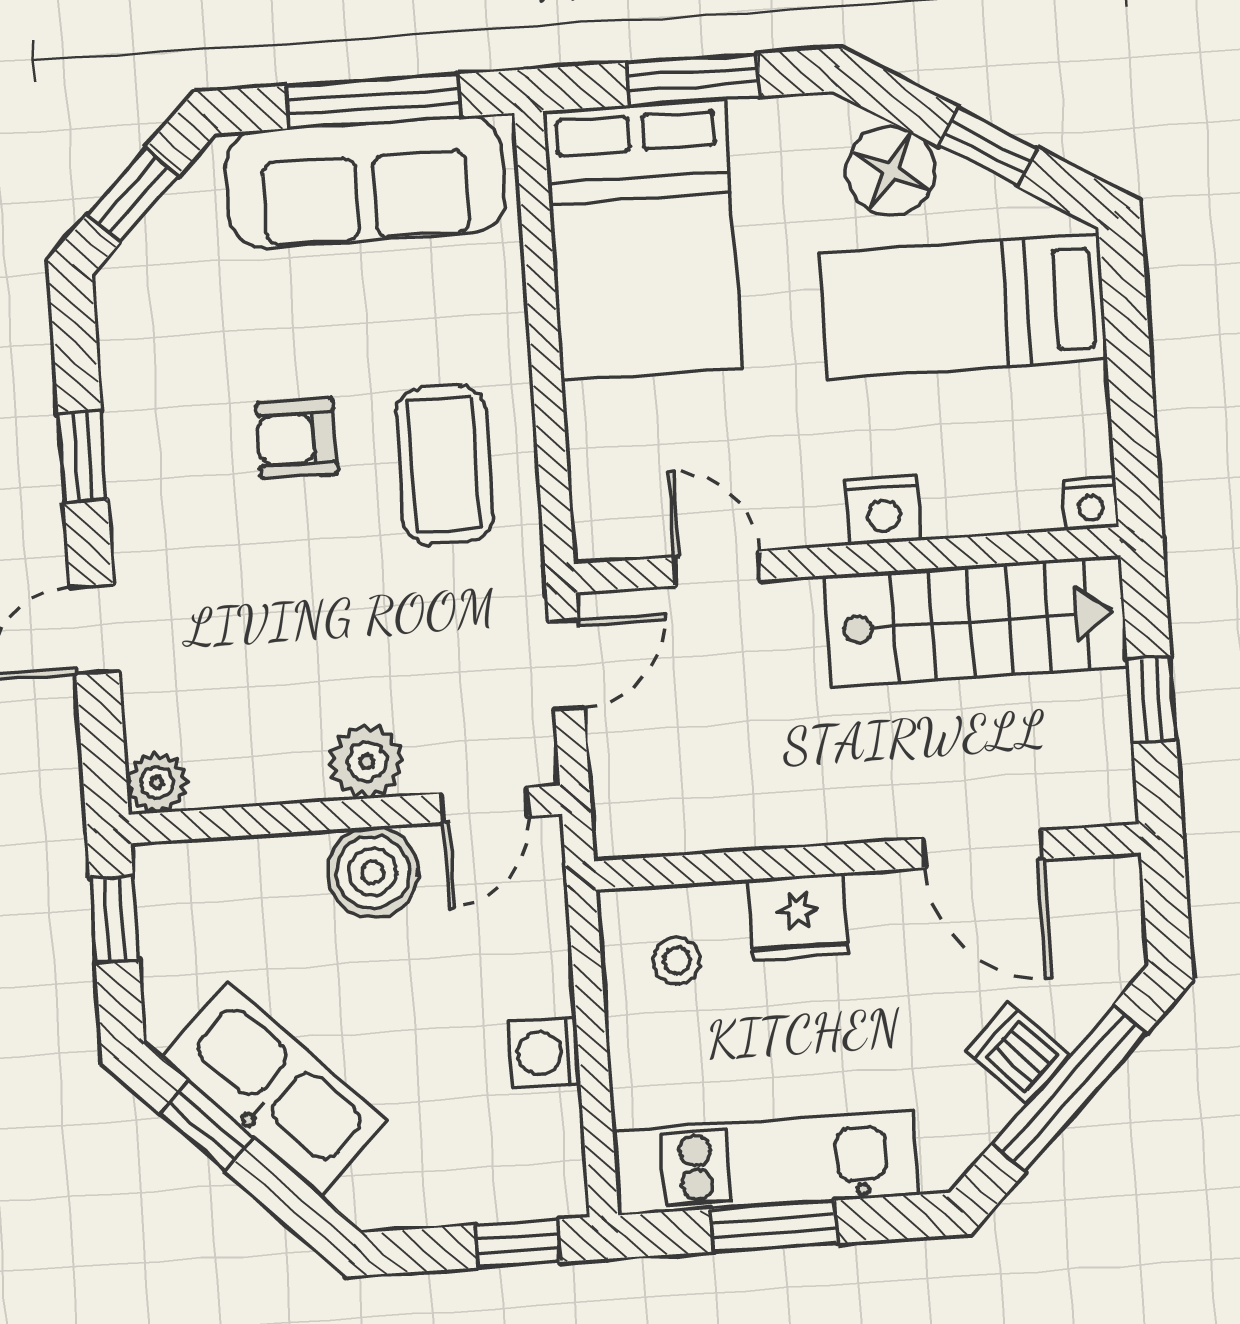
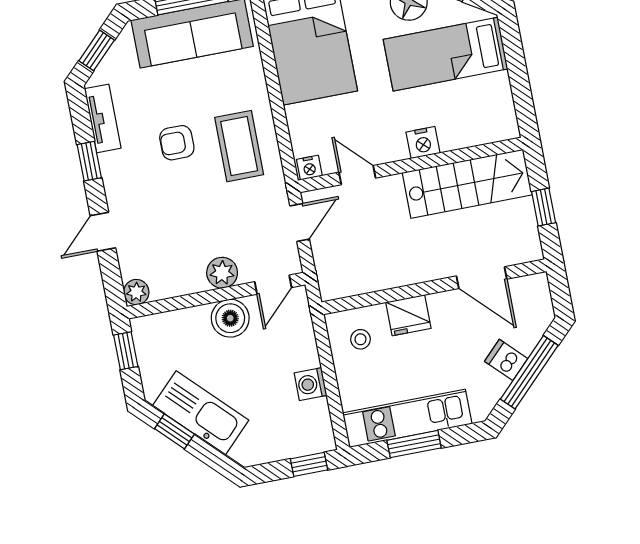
tv unit: (127, 359) -> (103, 118), added
nightstand: (1090, 504) -> (309, 168), moved

